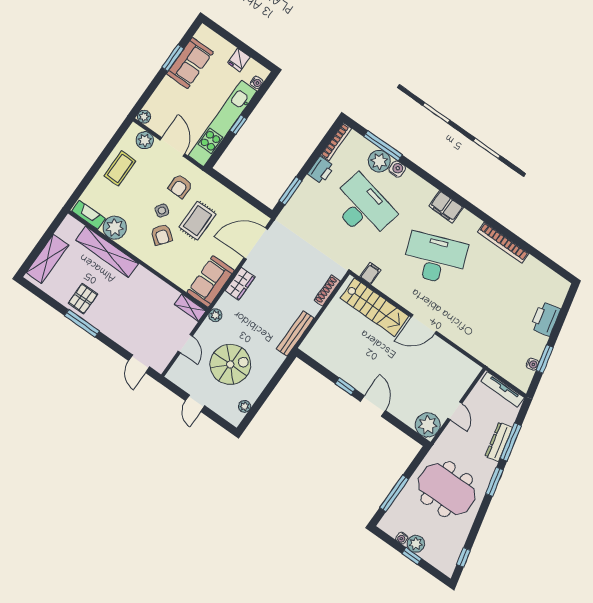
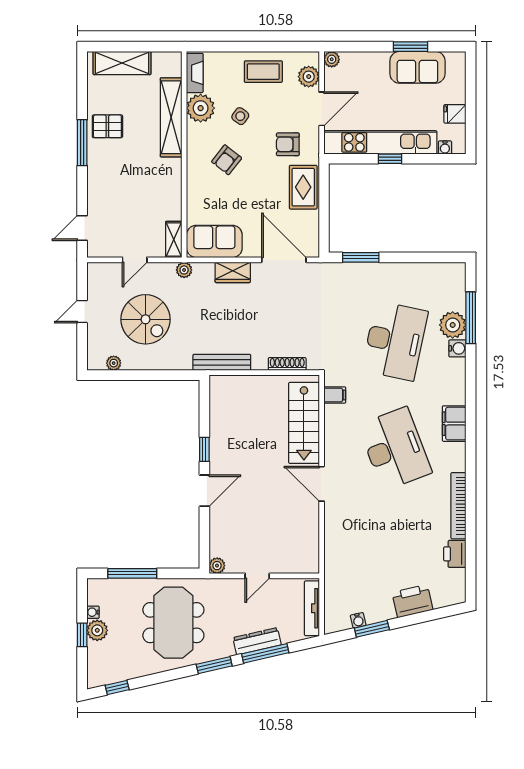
bookcase: (336, 142) -> (442, 268), removed
printer: (321, 170) -> (455, 554), moved, turned 90
side table: (162, 211) -> (240, 116), moved
rug: (198, 221) -> (303, 187), moved, turned 90
plant: (428, 425) -> (217, 566), width x0.53, depth x0.53

